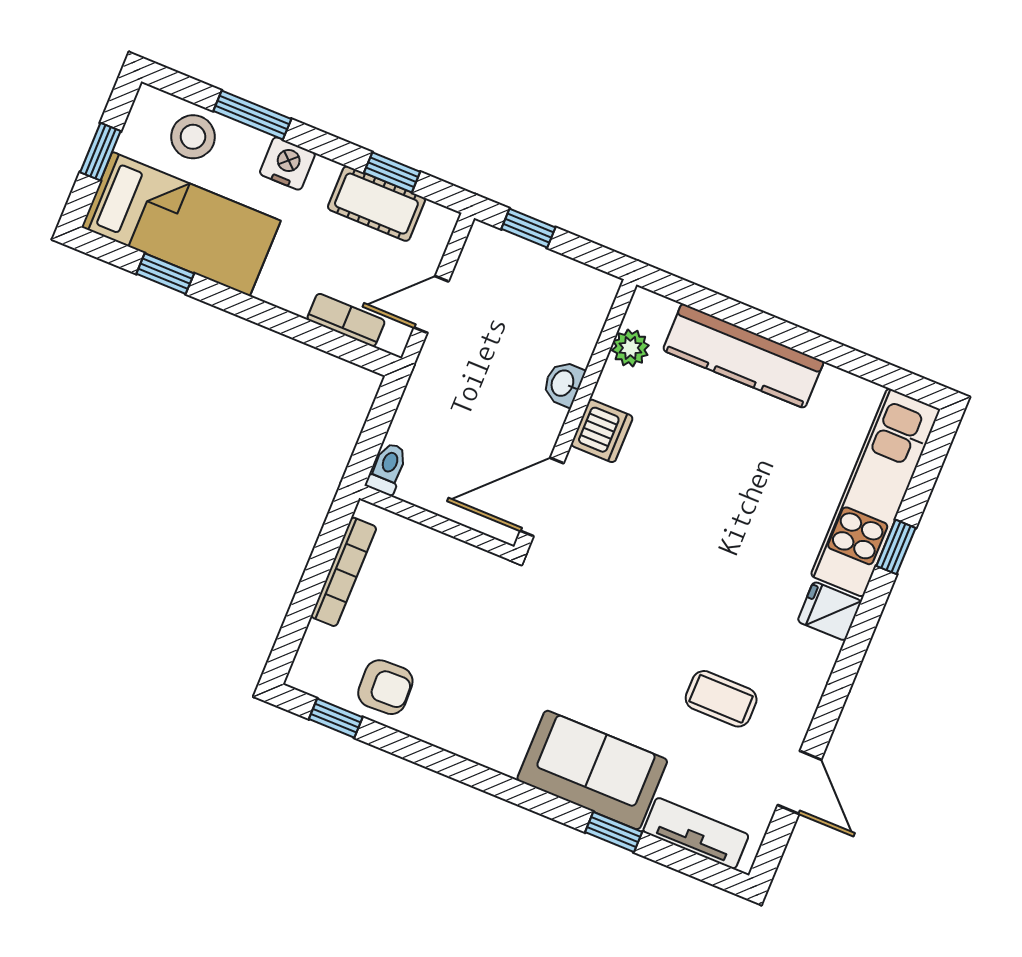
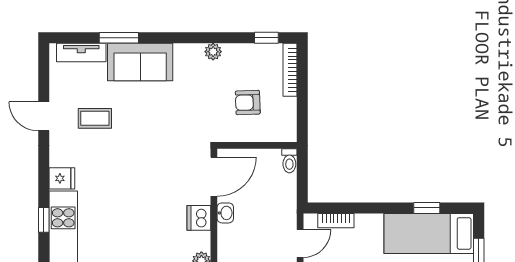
washbasin: (563, 383) -> (225, 213), moved
bookcase: (344, 572) -> (290, 70), moved
armchair: (385, 687) -> (248, 103), moved
plant: (447, 733) -> (213, 52), added
door: (799, 782) -> (44, 116), moved
window: (614, 832) -> (119, 38), width x1.50

